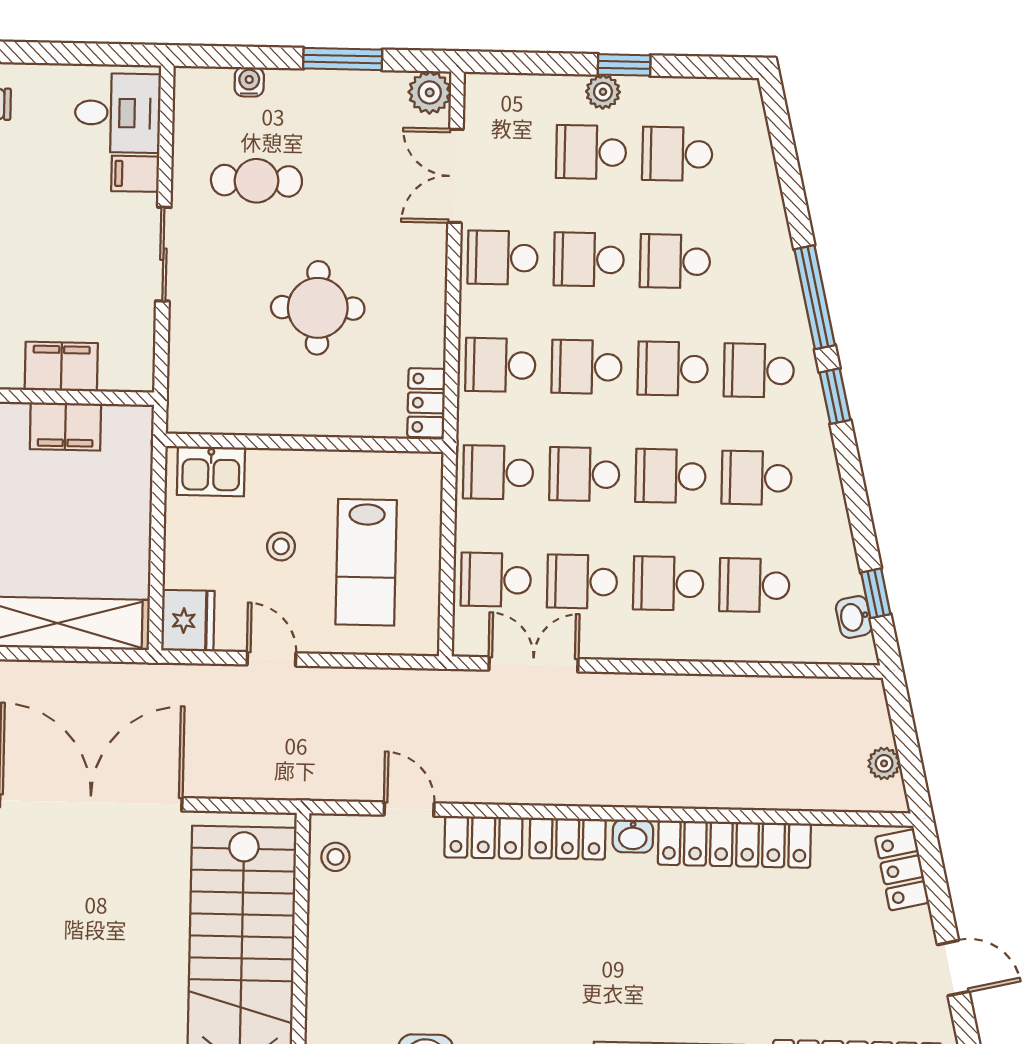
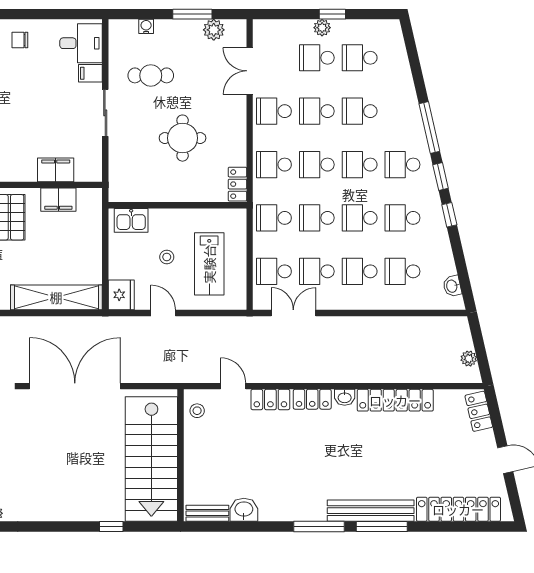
plant: (430, 92) -> (214, 30), moved
window: (876, 593) -> (449, 215), moved

